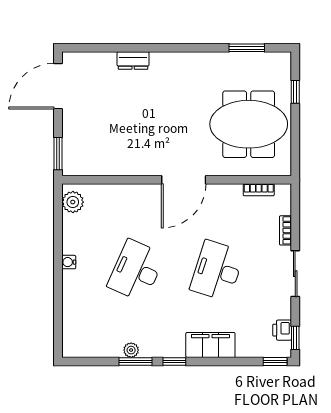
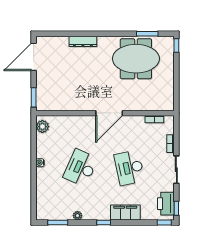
dresser: (133, 61) -> (83, 41), width x1.44
window: (295, 92) -> (176, 45), moved
meeting table: (249, 124) -> (136, 59), moved
desk: (217, 271) -> (129, 168), turned -30
printer: (282, 330) -> (166, 204), width x1.87, depth x1.48
window: (135, 361) -> (58, 222), moved

